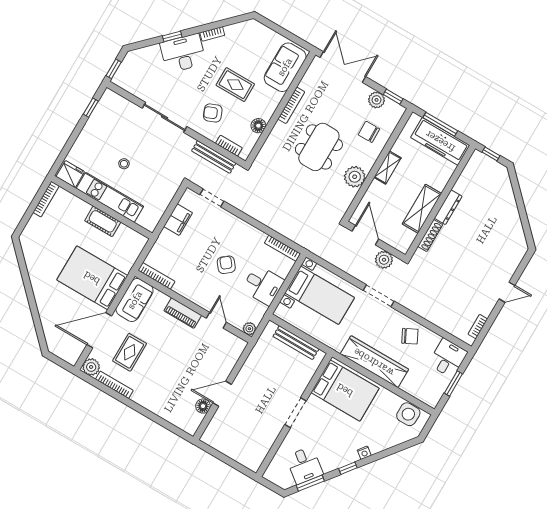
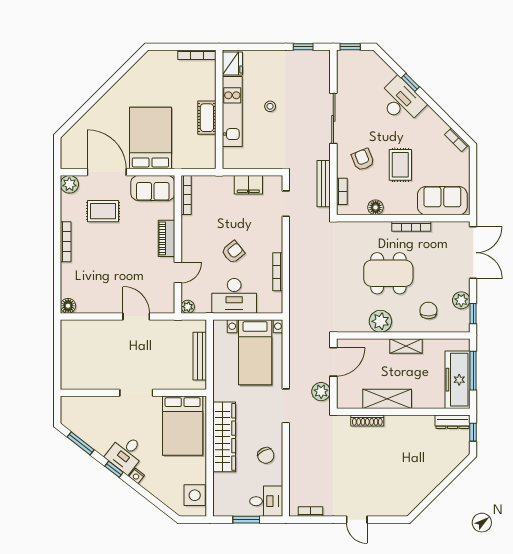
bookcase: (212, 34) -> (456, 140), moved
dresser: (448, 207) -> (452, 422), moved
bookcase: (282, 248) -> (278, 272), moved
desk: (263, 285) -> (234, 296), width x1.37
bookcase: (114, 385) -> (66, 242), moved
door: (222, 394) -> (136, 317), moved
floor lamp: (203, 406) -> (68, 306), moved
desk: (305, 465) -> (126, 454), moved

